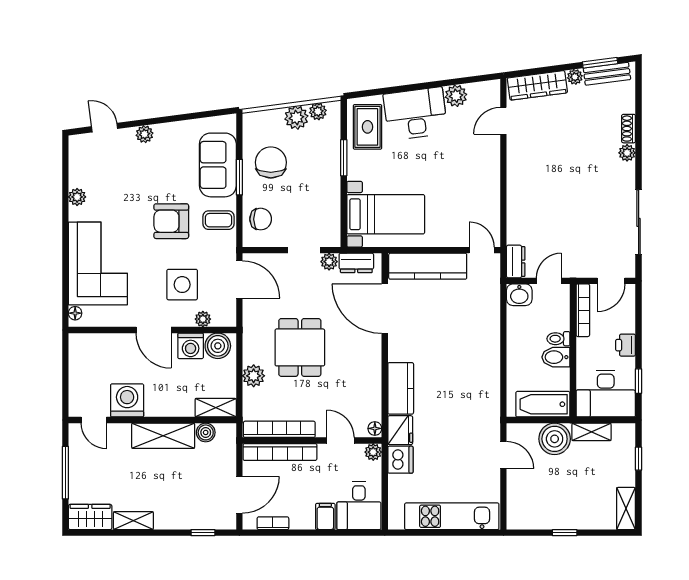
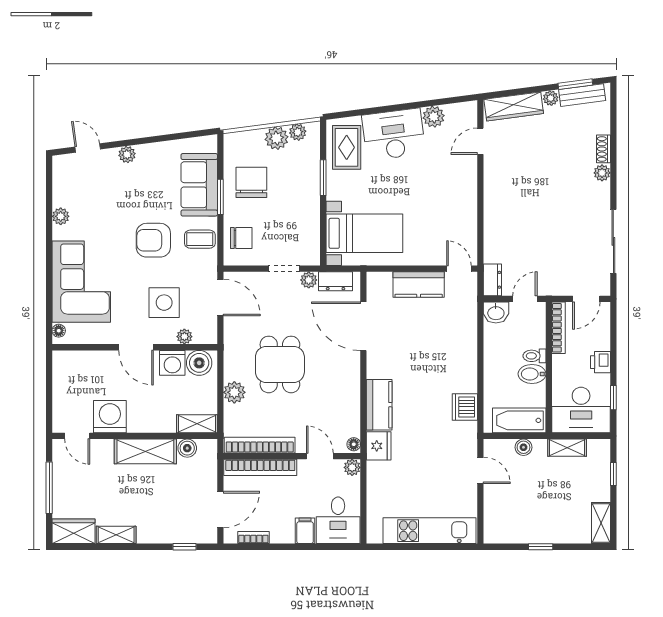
kitchen counter: (428, 266) -> (419, 284), width x0.67
boiler: (555, 439) -> (523, 447), width x0.54, depth x0.54
dishwasher: (400, 460) -> (465, 407), moved, turned 180

